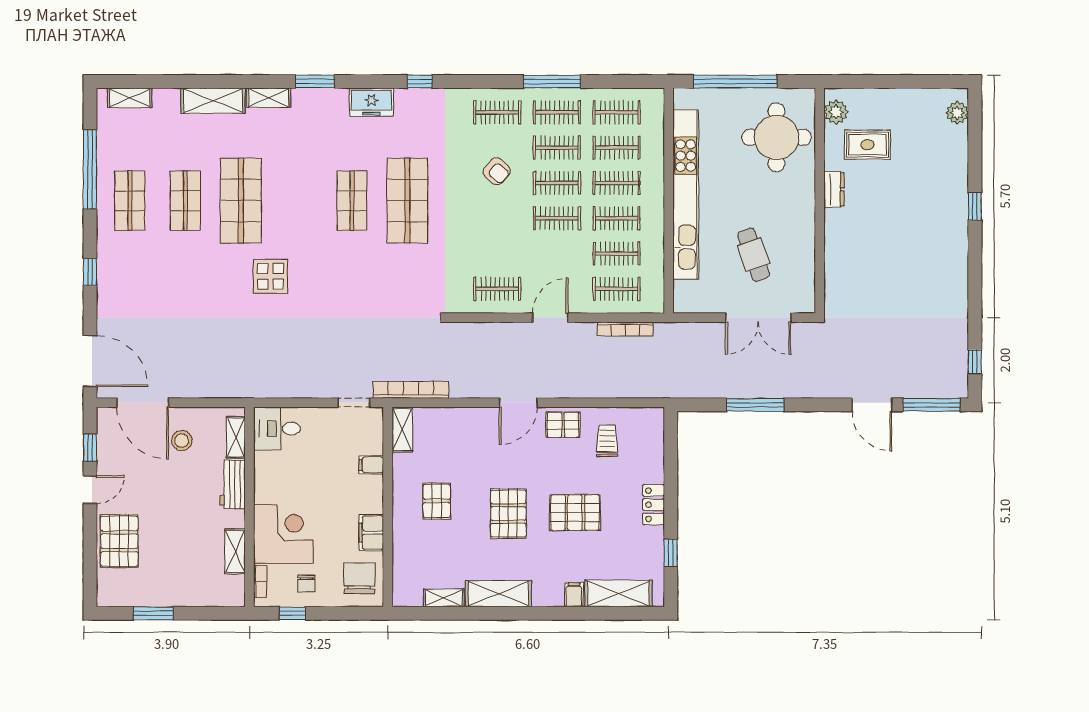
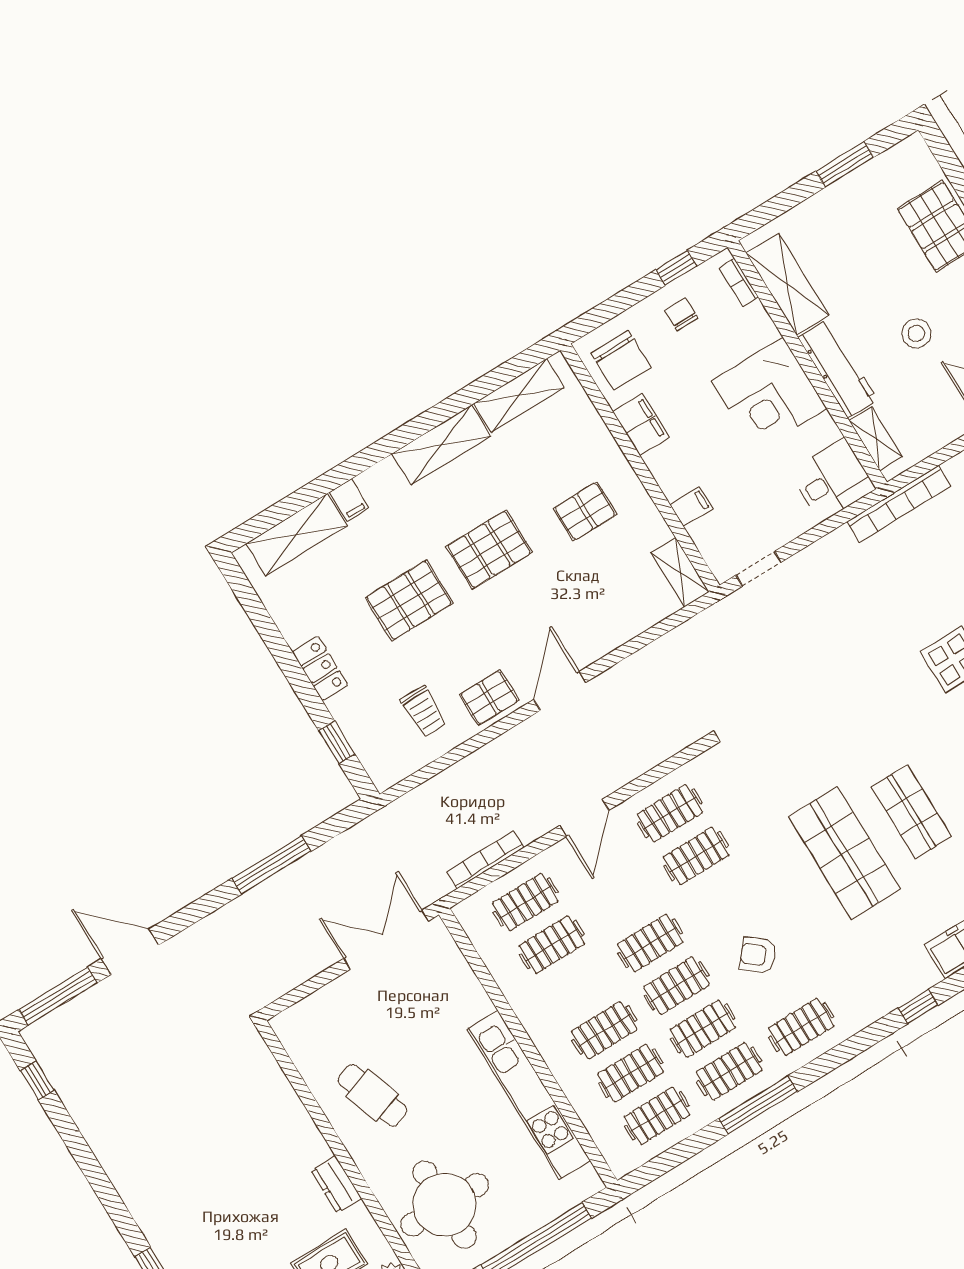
kitchen unit: (686, 195) -> (529, 1095), width x0.73
clothes rail: (617, 218) -> (696, 856), moved
cafe table: (754, 255) -> (372, 1095), moved
double door: (758, 318) -> (386, 940), moved
bookcase: (411, 390) -> (899, 504), moved
stool: (182, 441) -> (916, 334), moved
workbench: (233, 484) -> (838, 369), width x1.38
pallet: (437, 501) -> (585, 511), turned 90
pallet: (508, 514) -> (489, 550), turned 90
corner desk: (283, 534) -> (769, 395), moved
shelving: (235, 551) -> (787, 284), width x1.50, depth x1.33
window: (671, 553) -> (337, 742), moved
shelving: (444, 598) -> (519, 395), width x1.50, depth x1.33

